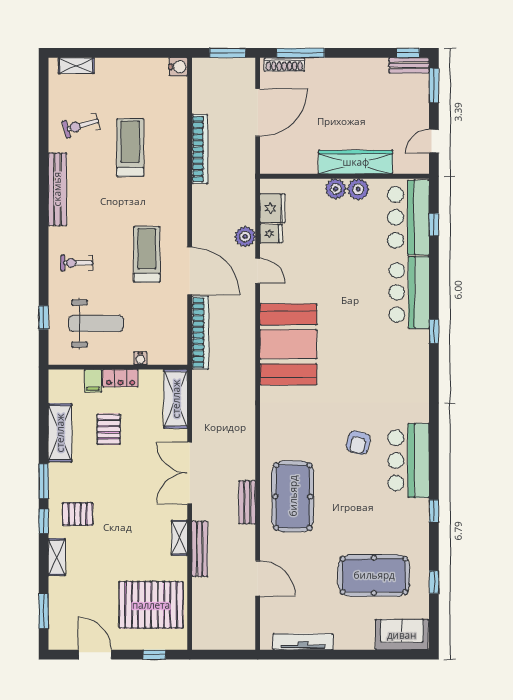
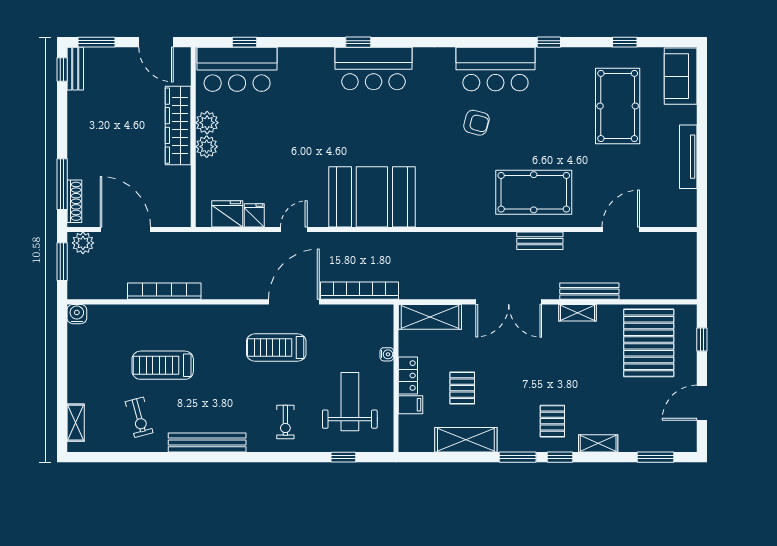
door: (434, 141) -> (156, 42), width x1.38
plant: (245, 237) -> (83, 243), moved
bar counter: (409, 293) -> (374, 69), moved
pallet: (109, 429) -> (462, 388), turned 90
tv unit: (303, 642) -> (688, 157), moved

